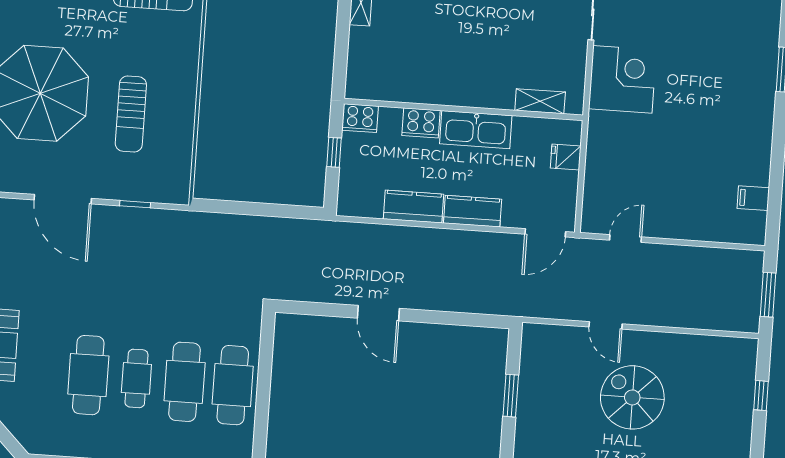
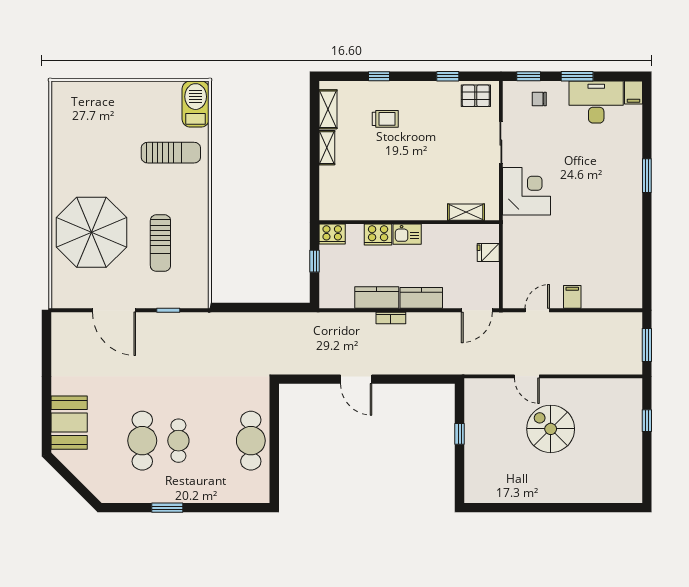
kitchen sink: (476, 130) -> (407, 234), width x0.53, depth x0.81
filing cabinet: (753, 198) -> (572, 297), moved, turned 90
bookcase: (430, 235) -> (391, 318), added
cafe table: (185, 382) -> (215, 441), removed
window: (511, 396) -> (460, 434), width x0.67

